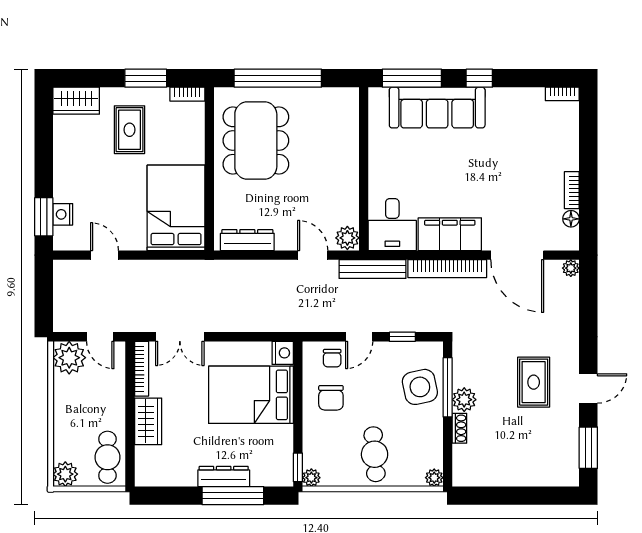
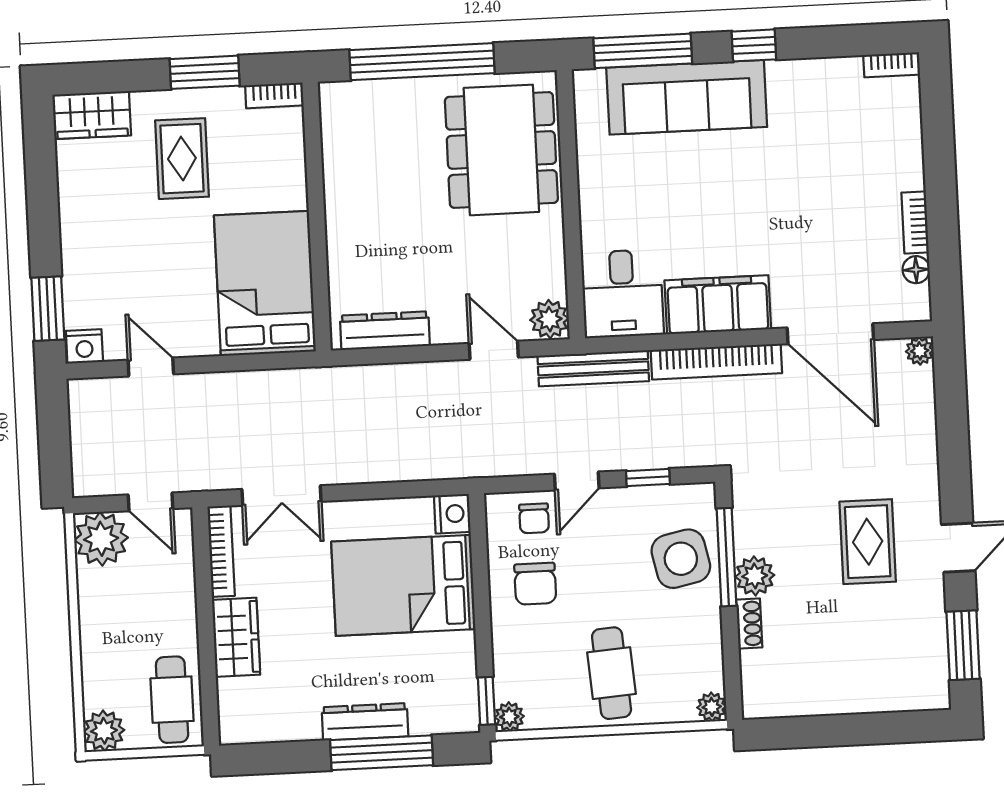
dining table: (256, 141) -> (501, 150), moved
nightstand: (63, 214) -> (84, 346), moved, turned -90

